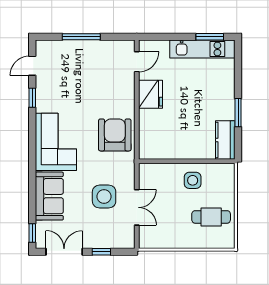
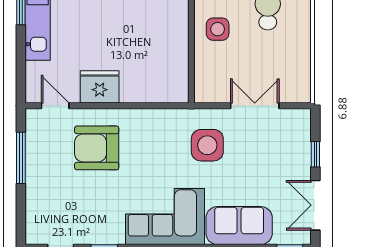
window: (81, 37) -> (21, 158), moved
armchair: (115, 135) -> (97, 148), moved
side table: (104, 197) -> (207, 145), moved

